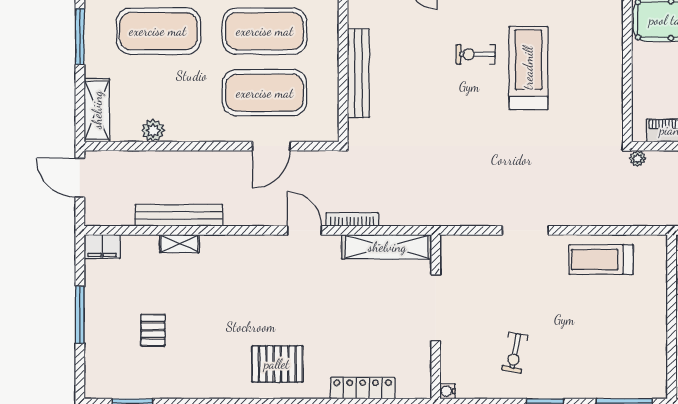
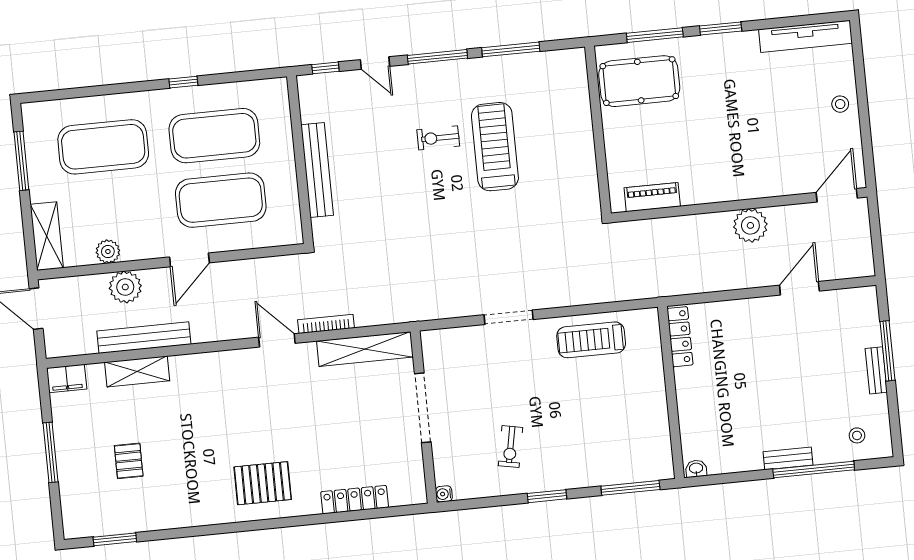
door: (271, 146) -> (189, 260), moved
plant: (638, 159) -> (125, 287), moved, width x1.87, depth x1.87
shelving: (179, 244) -> (137, 371), width x1.50, depth x1.33

